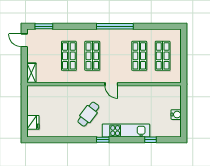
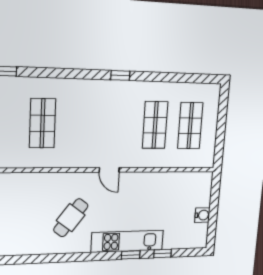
window: (115, 26) -> (120, 75), width x0.32
shop shelf: (92, 56) -> (81, 124), removed
window: (103, 140) -> (131, 255), moved

